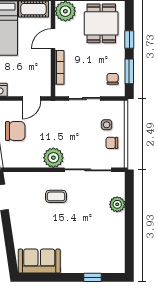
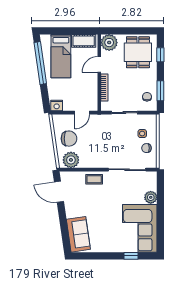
window: (129, 39) -> (160, 55), moved
plant: (53, 158) -> (71, 160), moved
coffee table: (56, 196) -> (94, 179), moved
corner sofa: (104, 243) -> (140, 228), added
sofa: (39, 261) -> (78, 234), moved, turned 82

